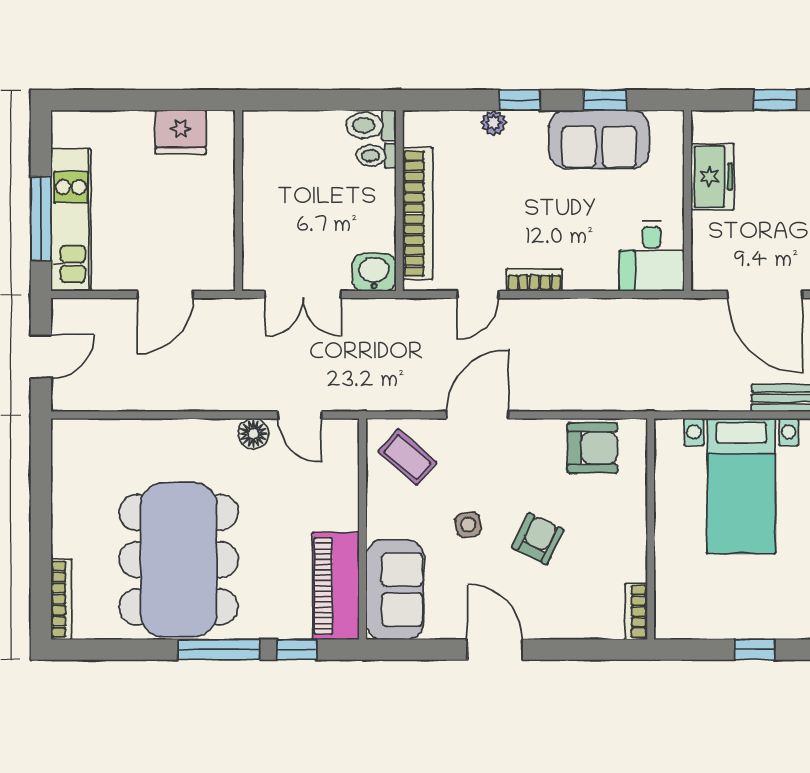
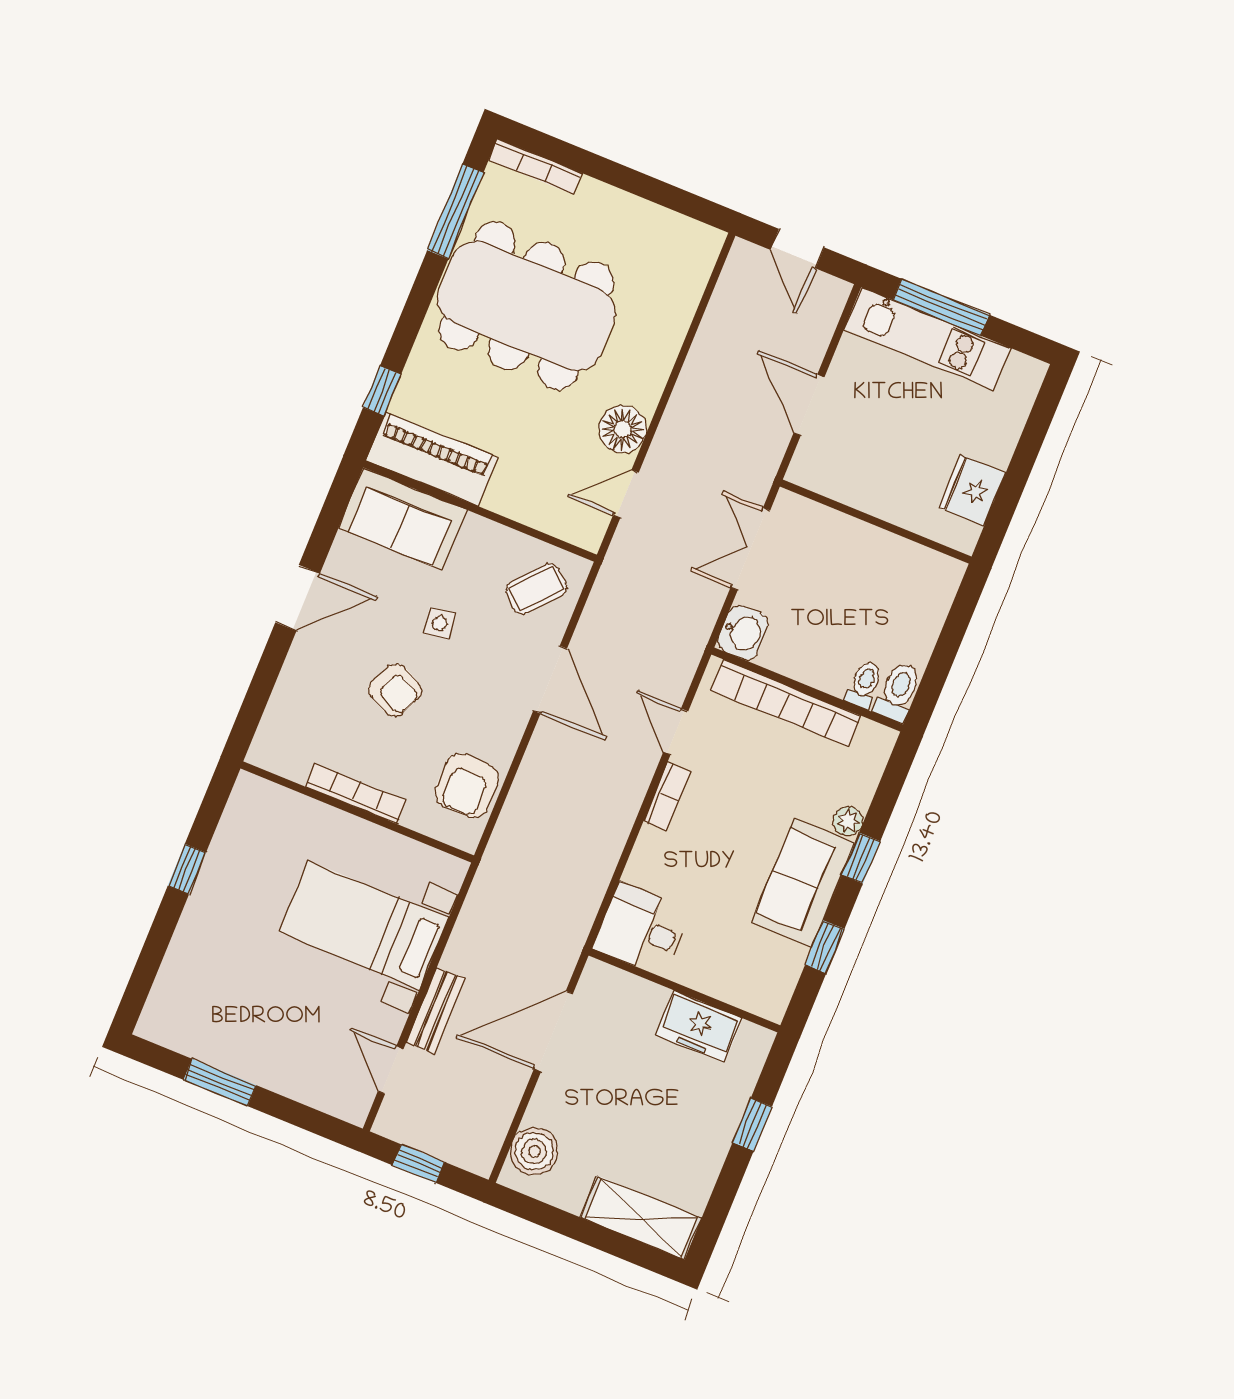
sofa: (599, 139) -> (803, 883), moved
floor lamp: (253, 434) -> (623, 429), width x1.38, depth x1.38
bookcase: (636, 612) -> (356, 794), moved, width x1.56
window: (219, 650) -> (455, 211), moved

